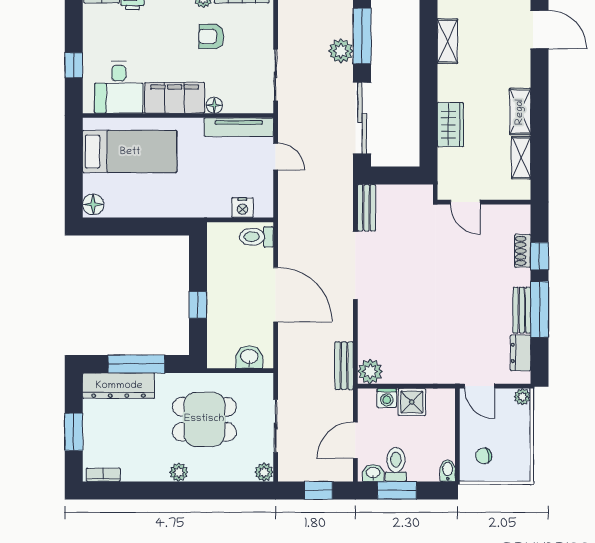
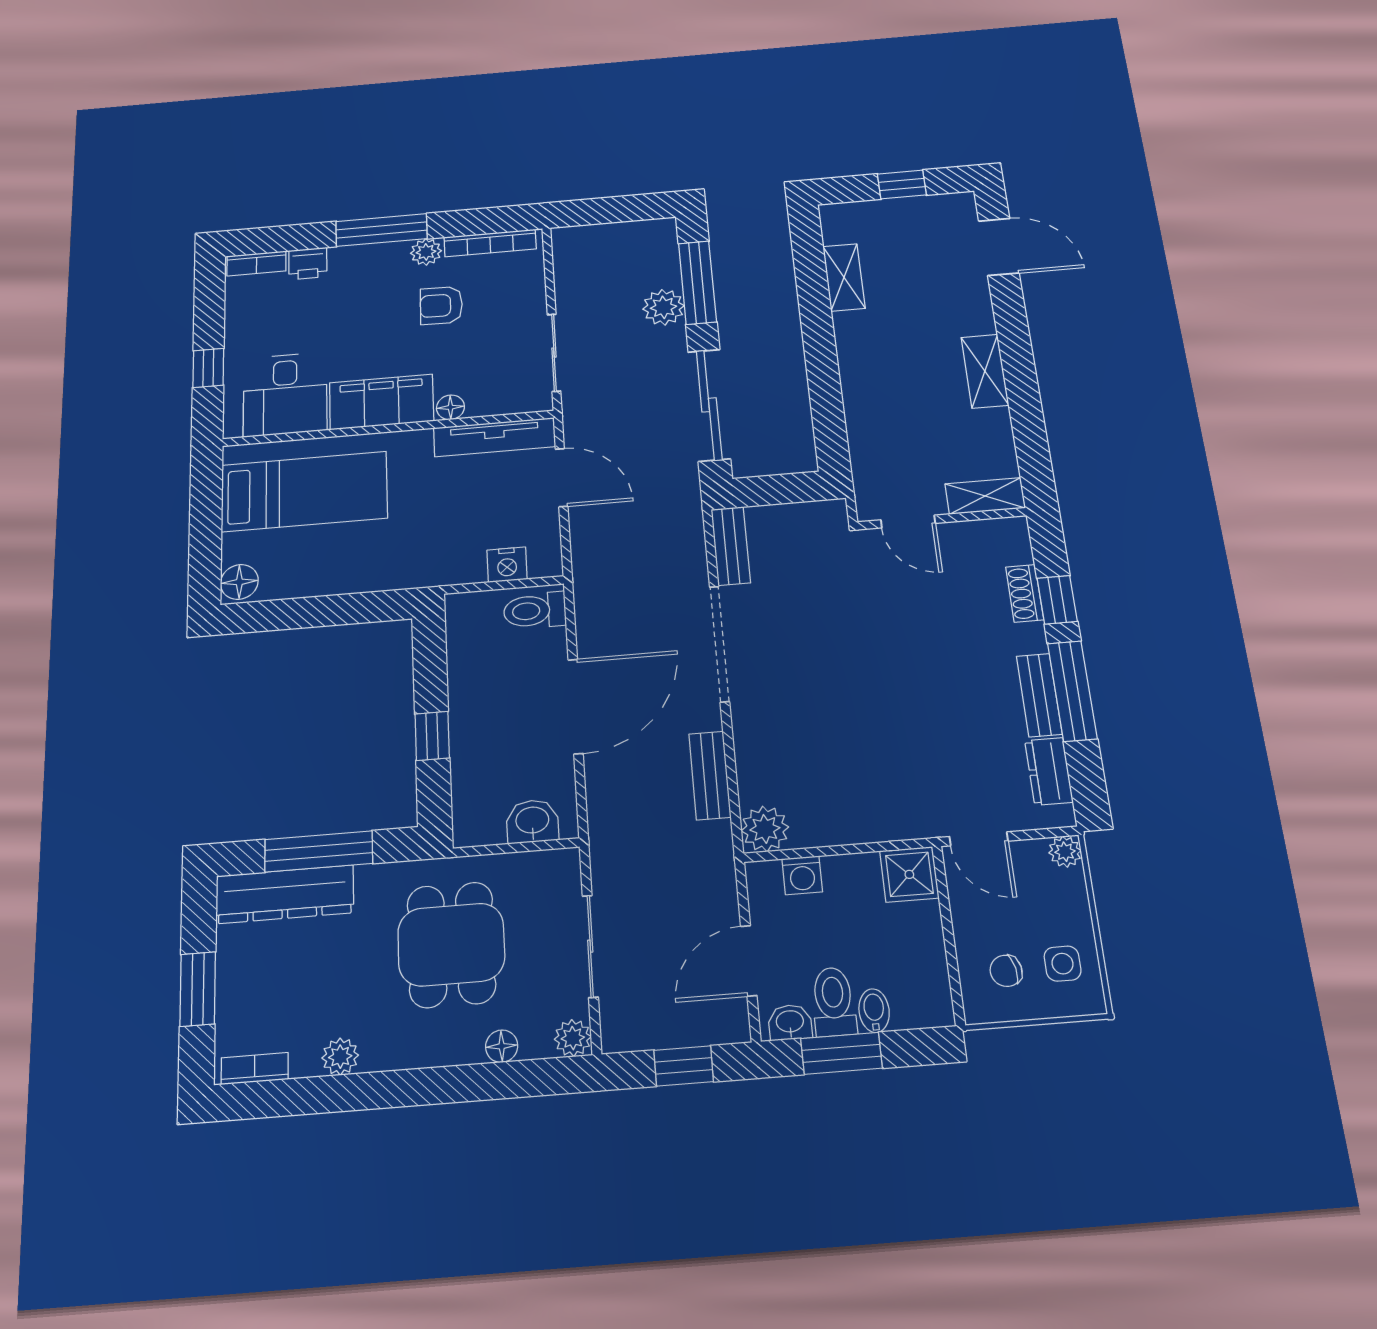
wardrobe: (450, 125) -> (865, 402), removed
door: (276, 157) -> (562, 478), width x1.37
shelving: (521, 158) -> (985, 496), moved, turned 90
door: (276, 295) -> (576, 706), hinge flipped
bench: (344, 366) -> (710, 775), moved
shower: (412, 402) -> (909, 874), moved
dining table: (204, 419) -> (451, 945), turned 90
side table: (512, 454) -> (1063, 964), added
bidet: (448, 471) -> (874, 1011), moved
plant: (179, 472) -> (340, 1057), moved
floor lamp: (228, 473) -> (502, 1046), added

